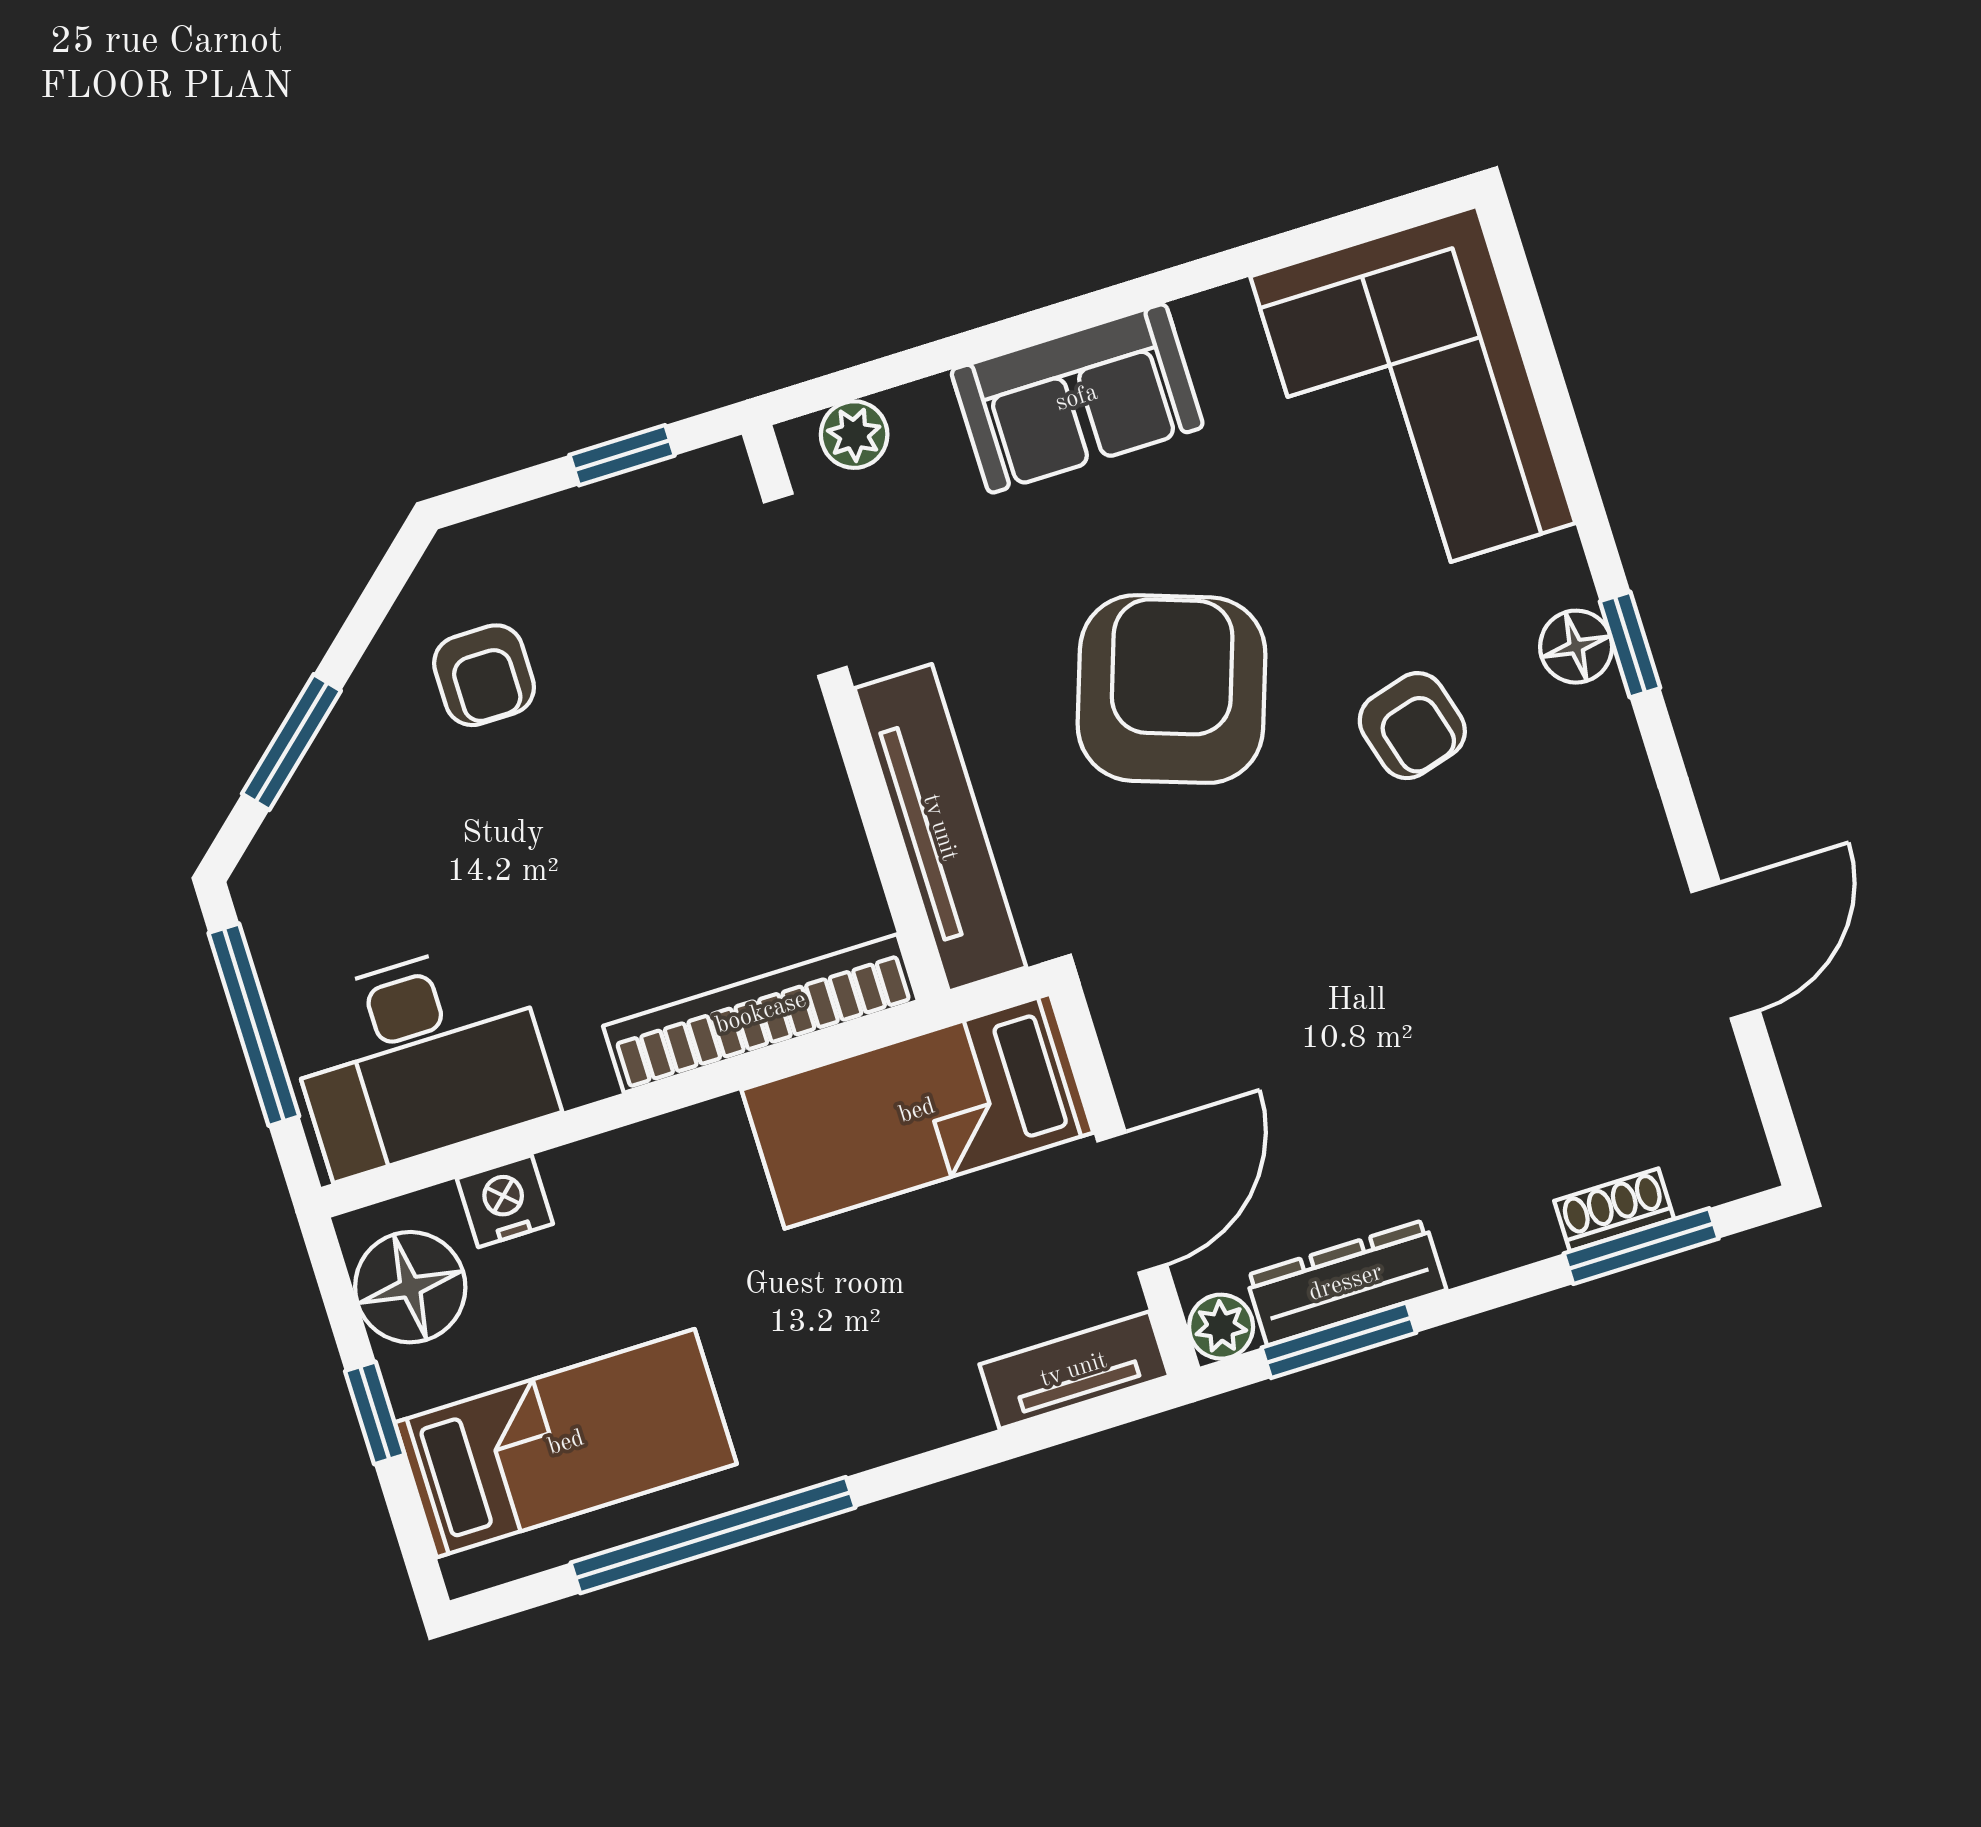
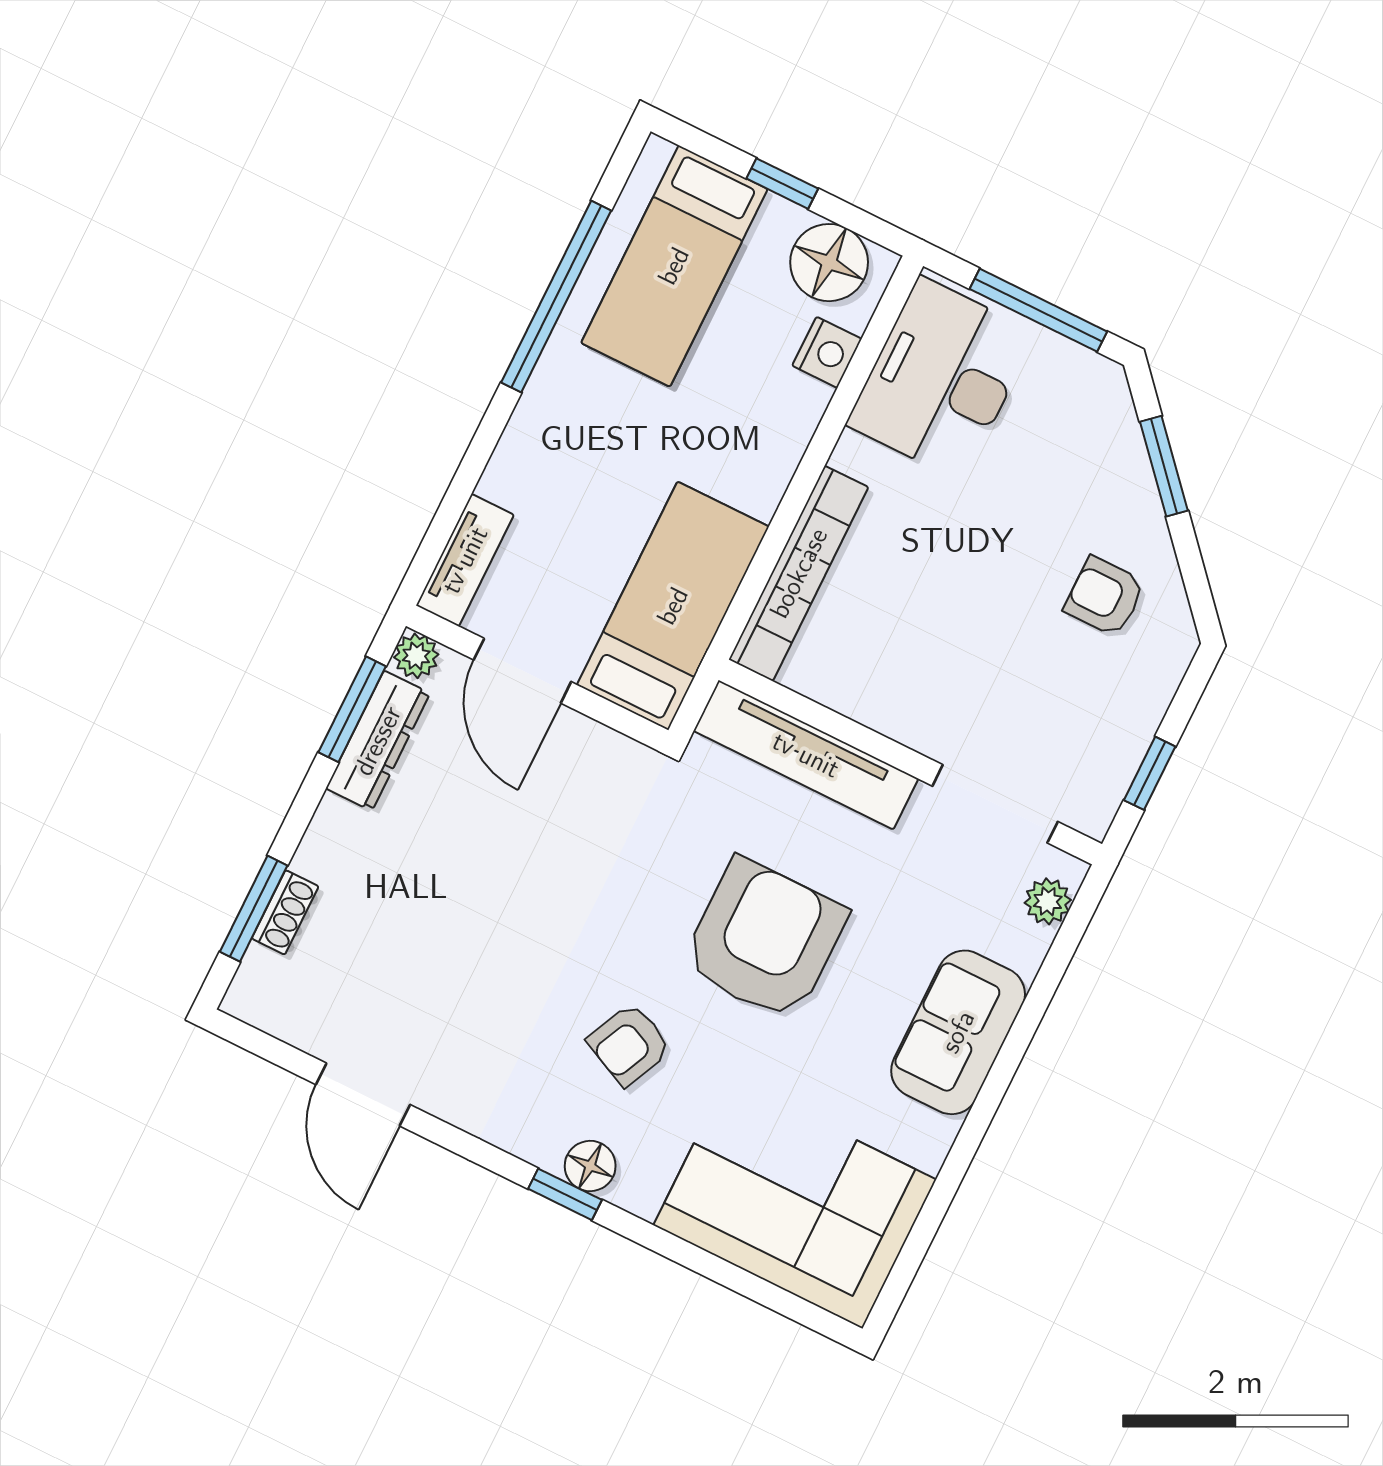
armchair: (1172, 689) -> (764, 940), turned -109
armchair: (1412, 726) -> (629, 1044), turned -49

